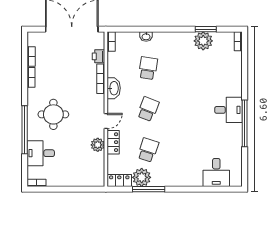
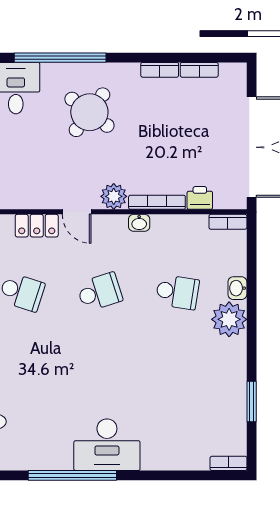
plant: (203, 41) -> (229, 319), moved
washbasin: (114, 88) -> (139, 223), width x0.52, depth x0.69
school desk: (148, 109) -> (100, 292), turned -39
desk: (228, 110) -> (107, 445), width x1.37
round table: (53, 114) -> (89, 112), turned 37
plant: (98, 145) -> (114, 196), moved

